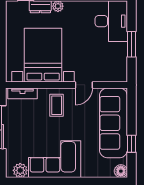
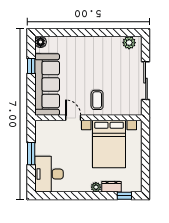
door: (84, 85) -> (73, 118), hinge flipped
tv unit: (23, 93) -> (127, 110), removed
corner sofa: (55, 159) -> (99, 53), removed

